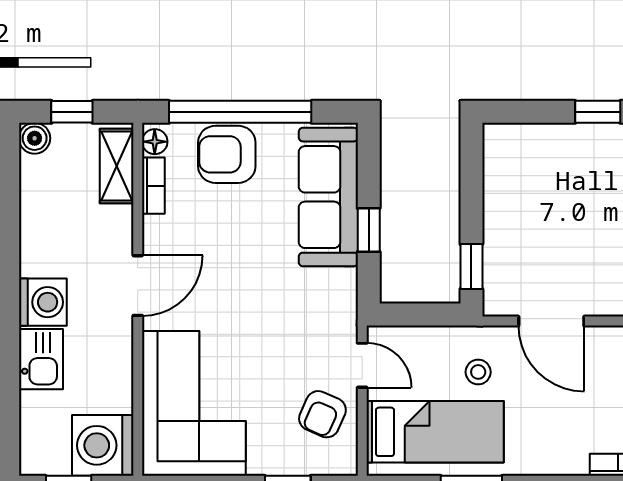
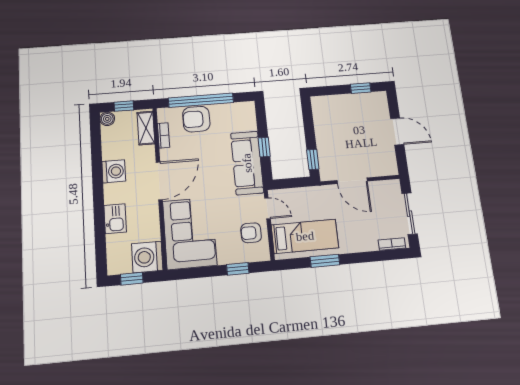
floor lamp: (155, 142) -> (163, 116), removed
sofa: (328, 197) -> (247, 163), moved
door: (138, 286) -> (159, 181), width x1.36
washing machine: (43, 302) -> (114, 171), moved
stool: (478, 372) -> (322, 207), removed
armchair: (322, 414) -> (251, 233), turned 66

